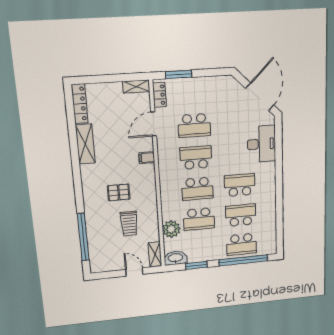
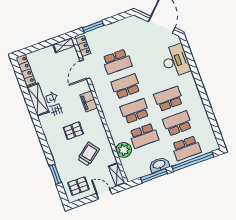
filing cabinet: (147, 158) -> (89, 101), width x2.00
school desk: (197, 189) -> (135, 111), turned 180
trolley: (129, 224) -> (88, 154), turned -127
window: (83, 237) -> (55, 174), width x0.47
pallet: (107, 257) -> (78, 186), added
washbasin: (175, 258) -> (159, 165), moved
window: (196, 265) -> (154, 176), width x1.44

